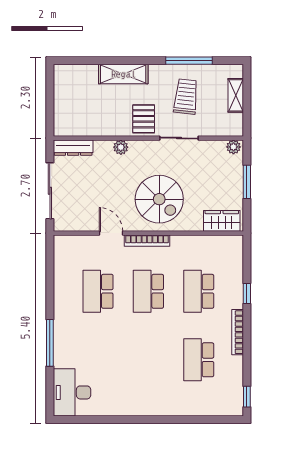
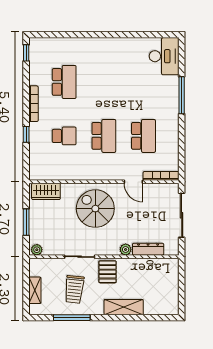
dresser: (73, 148) -> (148, 249), moved
bookcase: (147, 241) -> (161, 176), moved
school desk: (199, 291) -> (64, 136), width x0.54

